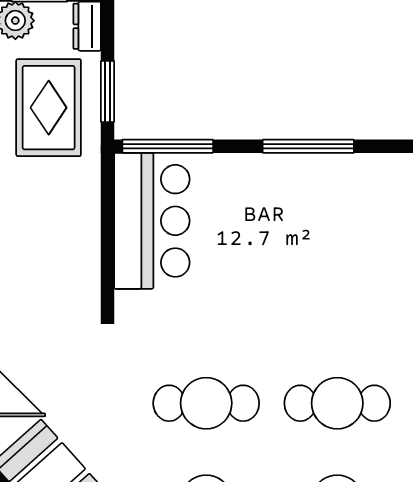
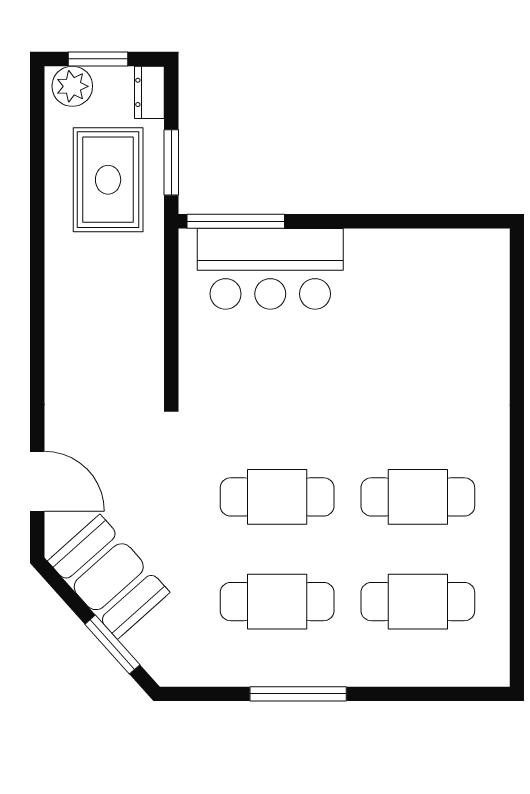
window: (308, 146) -> (387, 221), removed
bar counter: (152, 221) -> (270, 269), moved, turned 90

